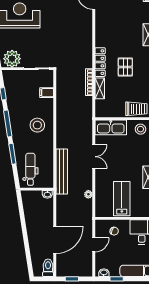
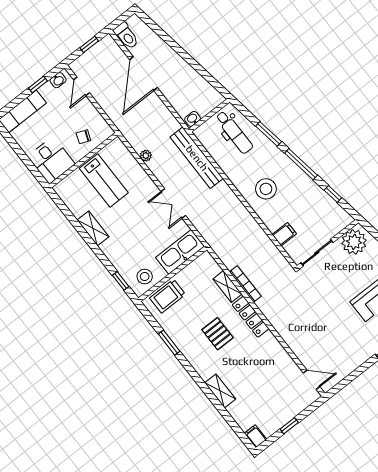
door: (94, 245) -> (82, 86), moved

